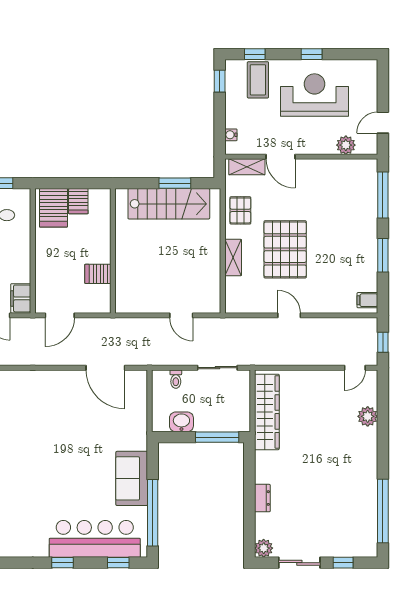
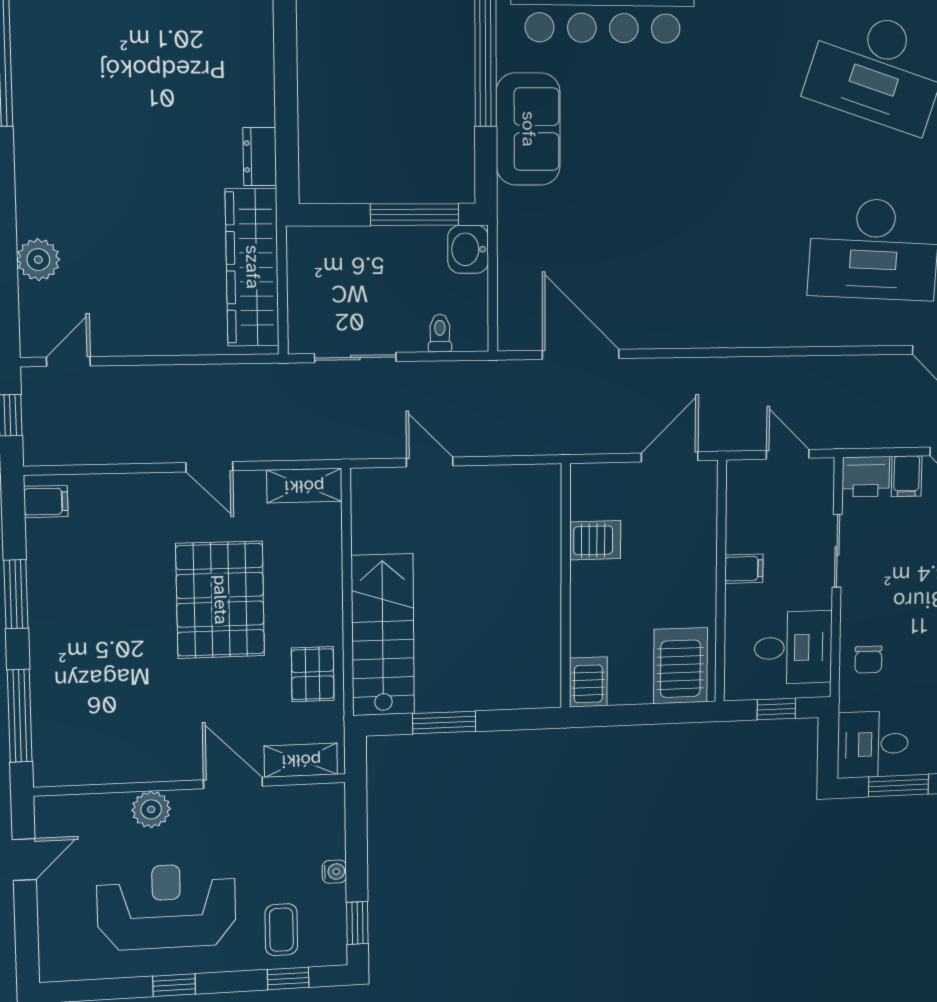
coffee table: (258, 80) -> (281, 930), width x0.73, depth x0.77
reception desk: (314, 95) -> (167, 907), turned 180
water cooler: (231, 135) -> (334, 872), moved
plant: (346, 145) -> (151, 809), moved
server rack: (78, 201) -> (588, 682), moved
stairs: (169, 204) -> (383, 635), moved, turned 90
shelving: (233, 258) -> (304, 486), moved, turned 90
filing cabinet: (21, 298) -> (744, 569), moved, width x0.50
washbasin: (181, 422) -> (468, 249), moved, turned 90
window: (217, 437) -> (415, 215), moved
dresser: (262, 498) -> (260, 157), moved

